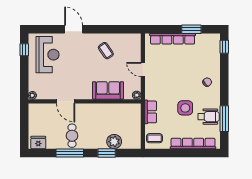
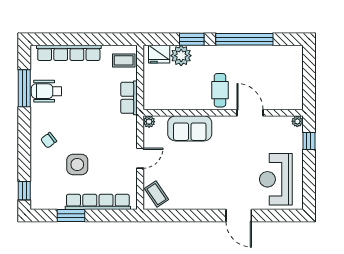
window: (24, 50) -> (309, 141), moved
coffee table: (106, 51) -> (156, 194), moved
door: (143, 70) -> (140, 158), hinge flipped
side table: (185, 108) -> (77, 165), moved
cafe table: (72, 136) -> (220, 90), moved
fridge: (38, 143) -> (159, 54), moved
window: (70, 153) -> (244, 39), width x1.46

